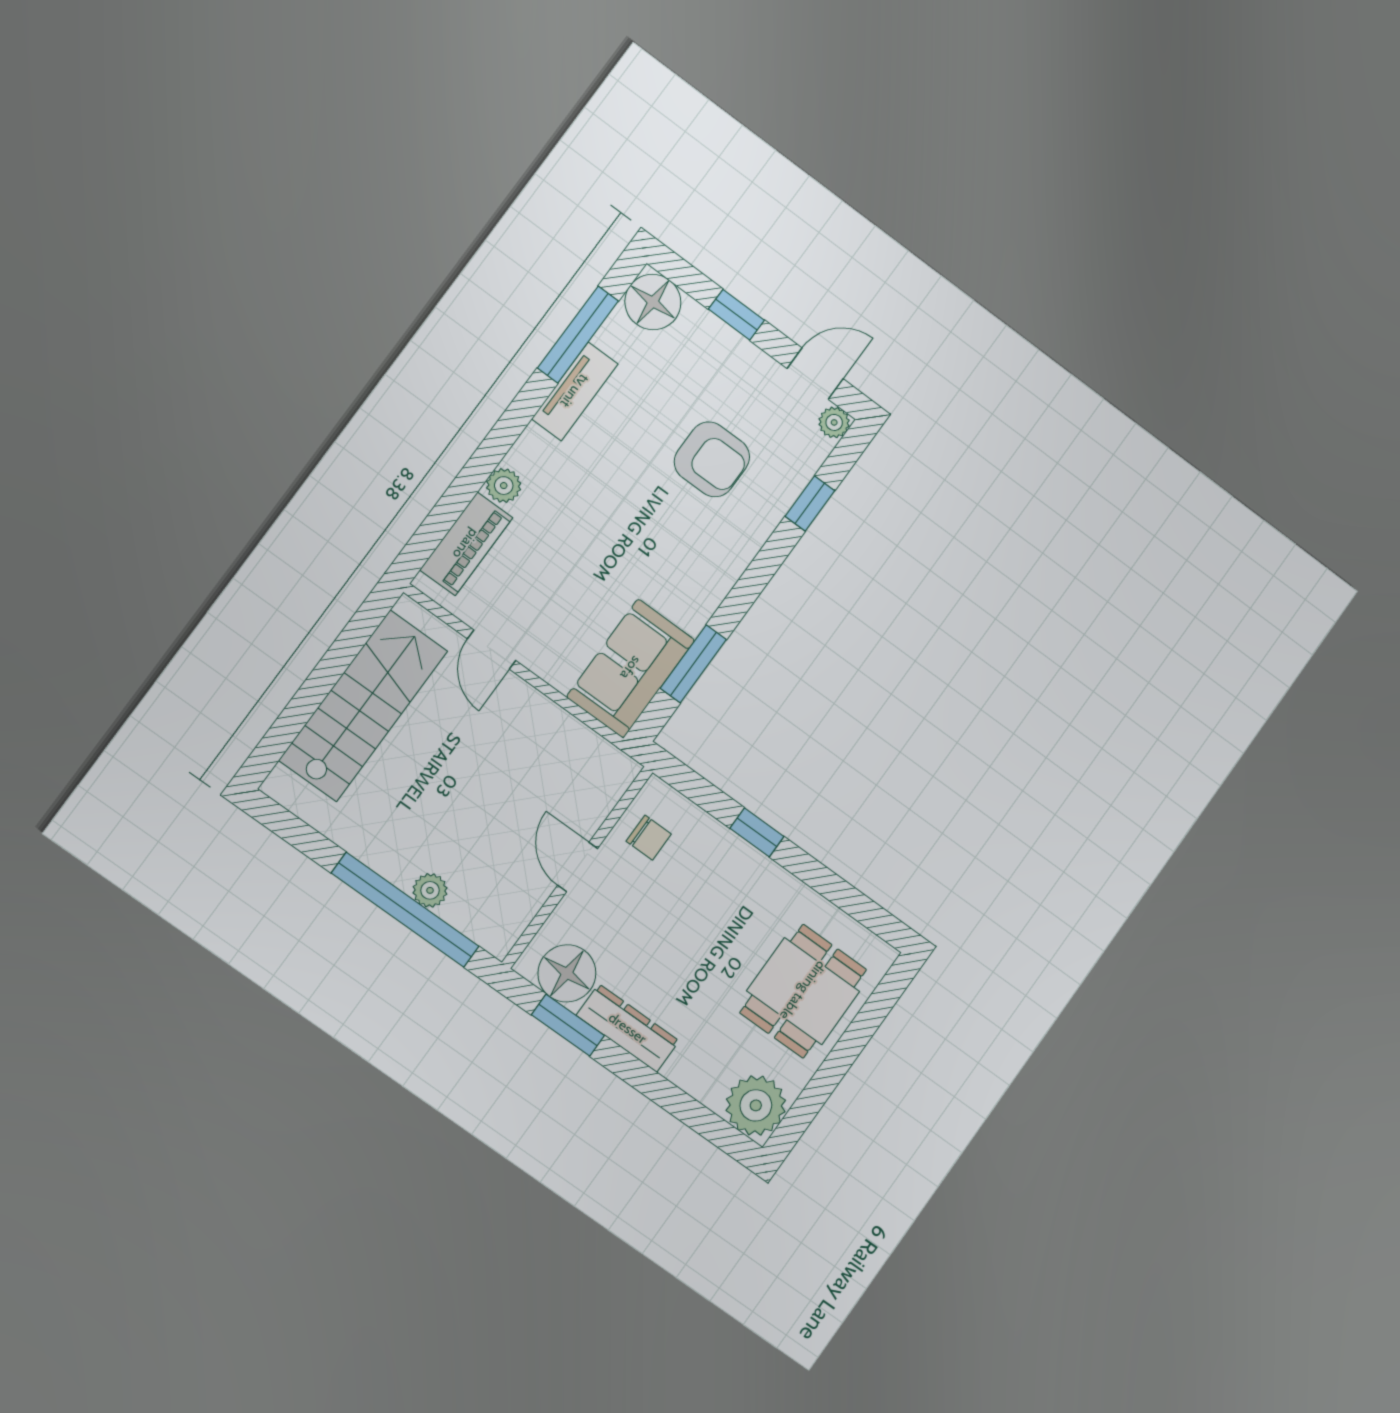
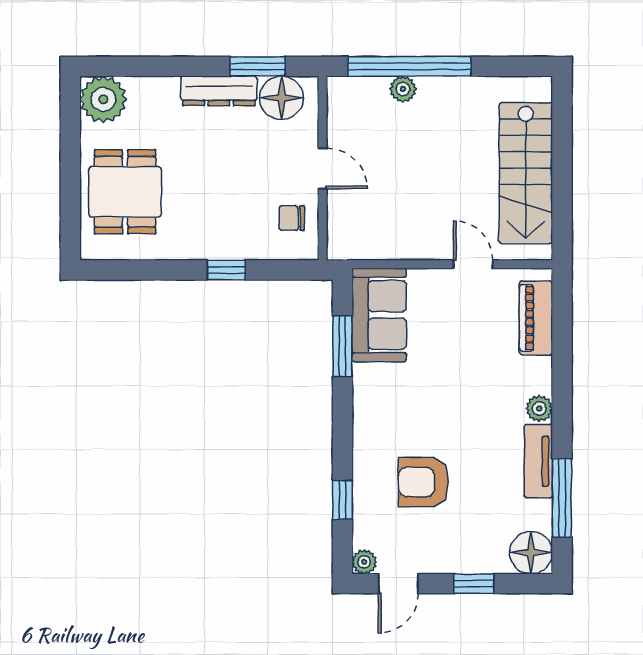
plant: (504, 486) -> (539, 409), moved

